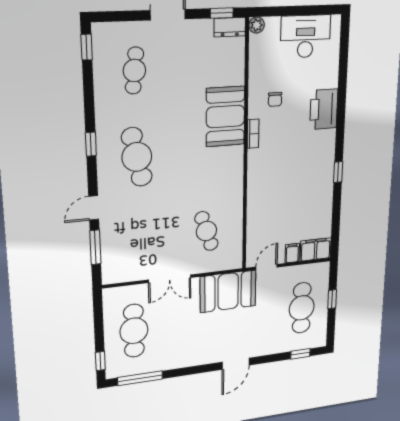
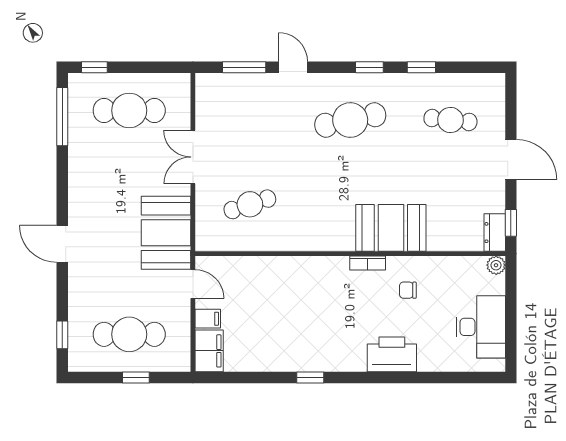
window: (87, 47) -> (421, 67), moved

